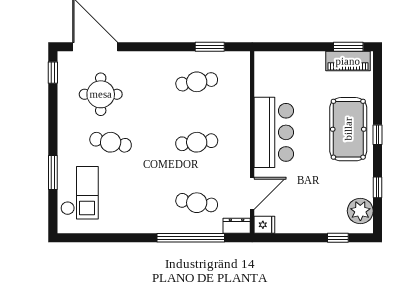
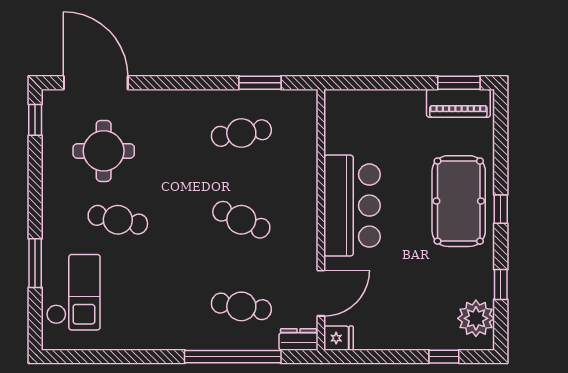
cafe table: (197, 142) -> (241, 220), turned 30

